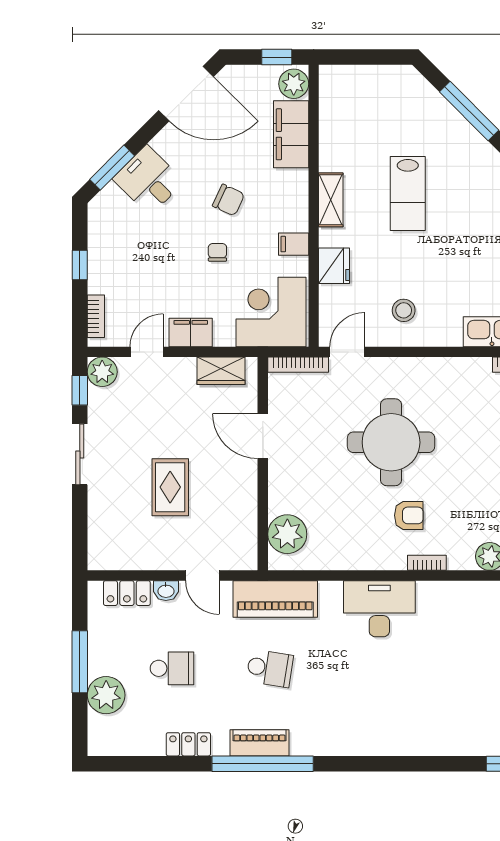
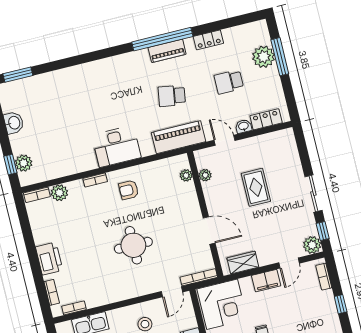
round table: (391, 442) -> (133, 245), width x0.73, depth x0.73
armchair: (409, 515) -> (129, 190), moved
plant: (247, 527) -> (205, 175), added
plant: (287, 534) -> (186, 175), width x0.53, depth x0.53
window: (80, 662) -> (280, 57), moved

